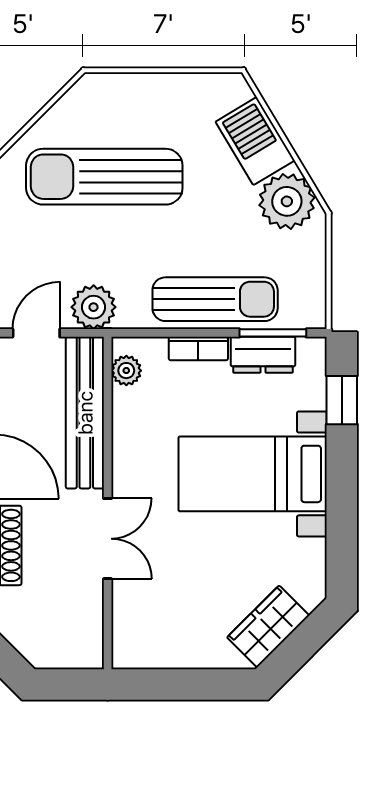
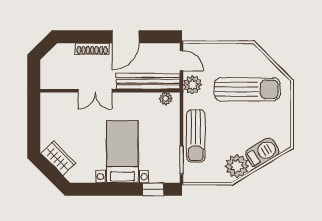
sun lounger: (104, 177) -> (247, 89), turned 90
bookcase: (198, 349) -> (175, 129), removed
dresser: (263, 355) -> (172, 156), removed

